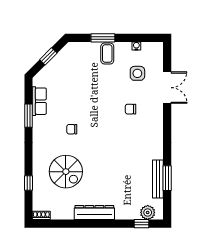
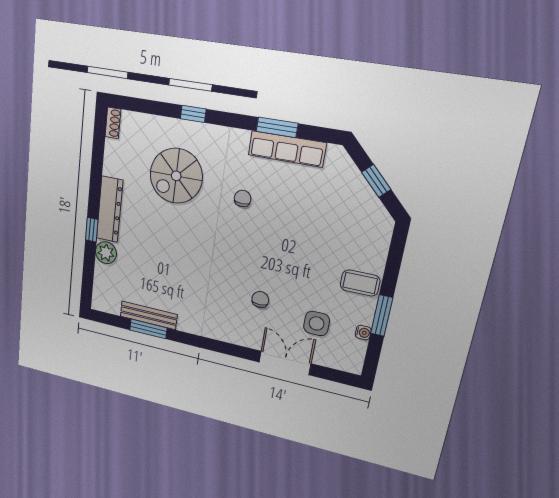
window: (103, 38) -> (382, 316), moved
double door: (167, 88) -> (285, 363), swing flipped
row of seats: (39, 101) -> (287, 149), width x1.48
window: (28, 183) -> (193, 114), moved
plant: (148, 212) -> (106, 253), moved
window: (141, 224) -> (92, 230), moved

